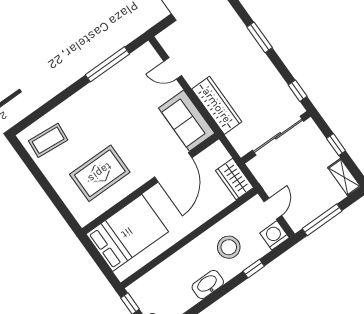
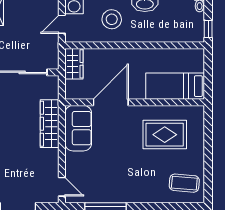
door: (173, 68) -> (62, 187), moved
bed: (127, 233) -> (175, 86), width x0.67

